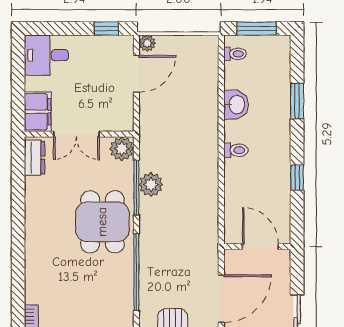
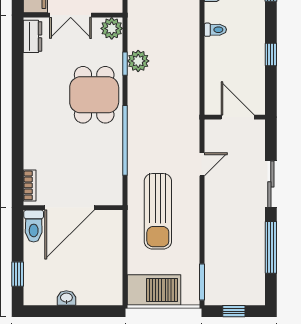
window: (136, 188) -> (125, 64), width x0.46
door: (221, 299) -> (202, 164), width x0.53

